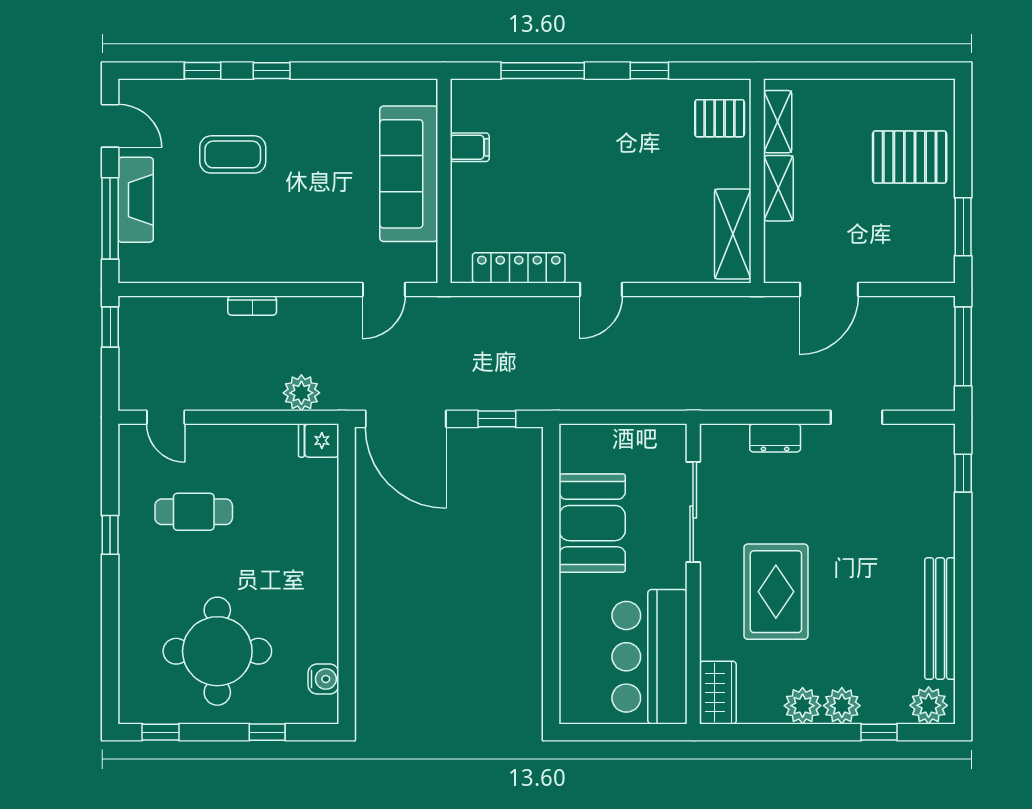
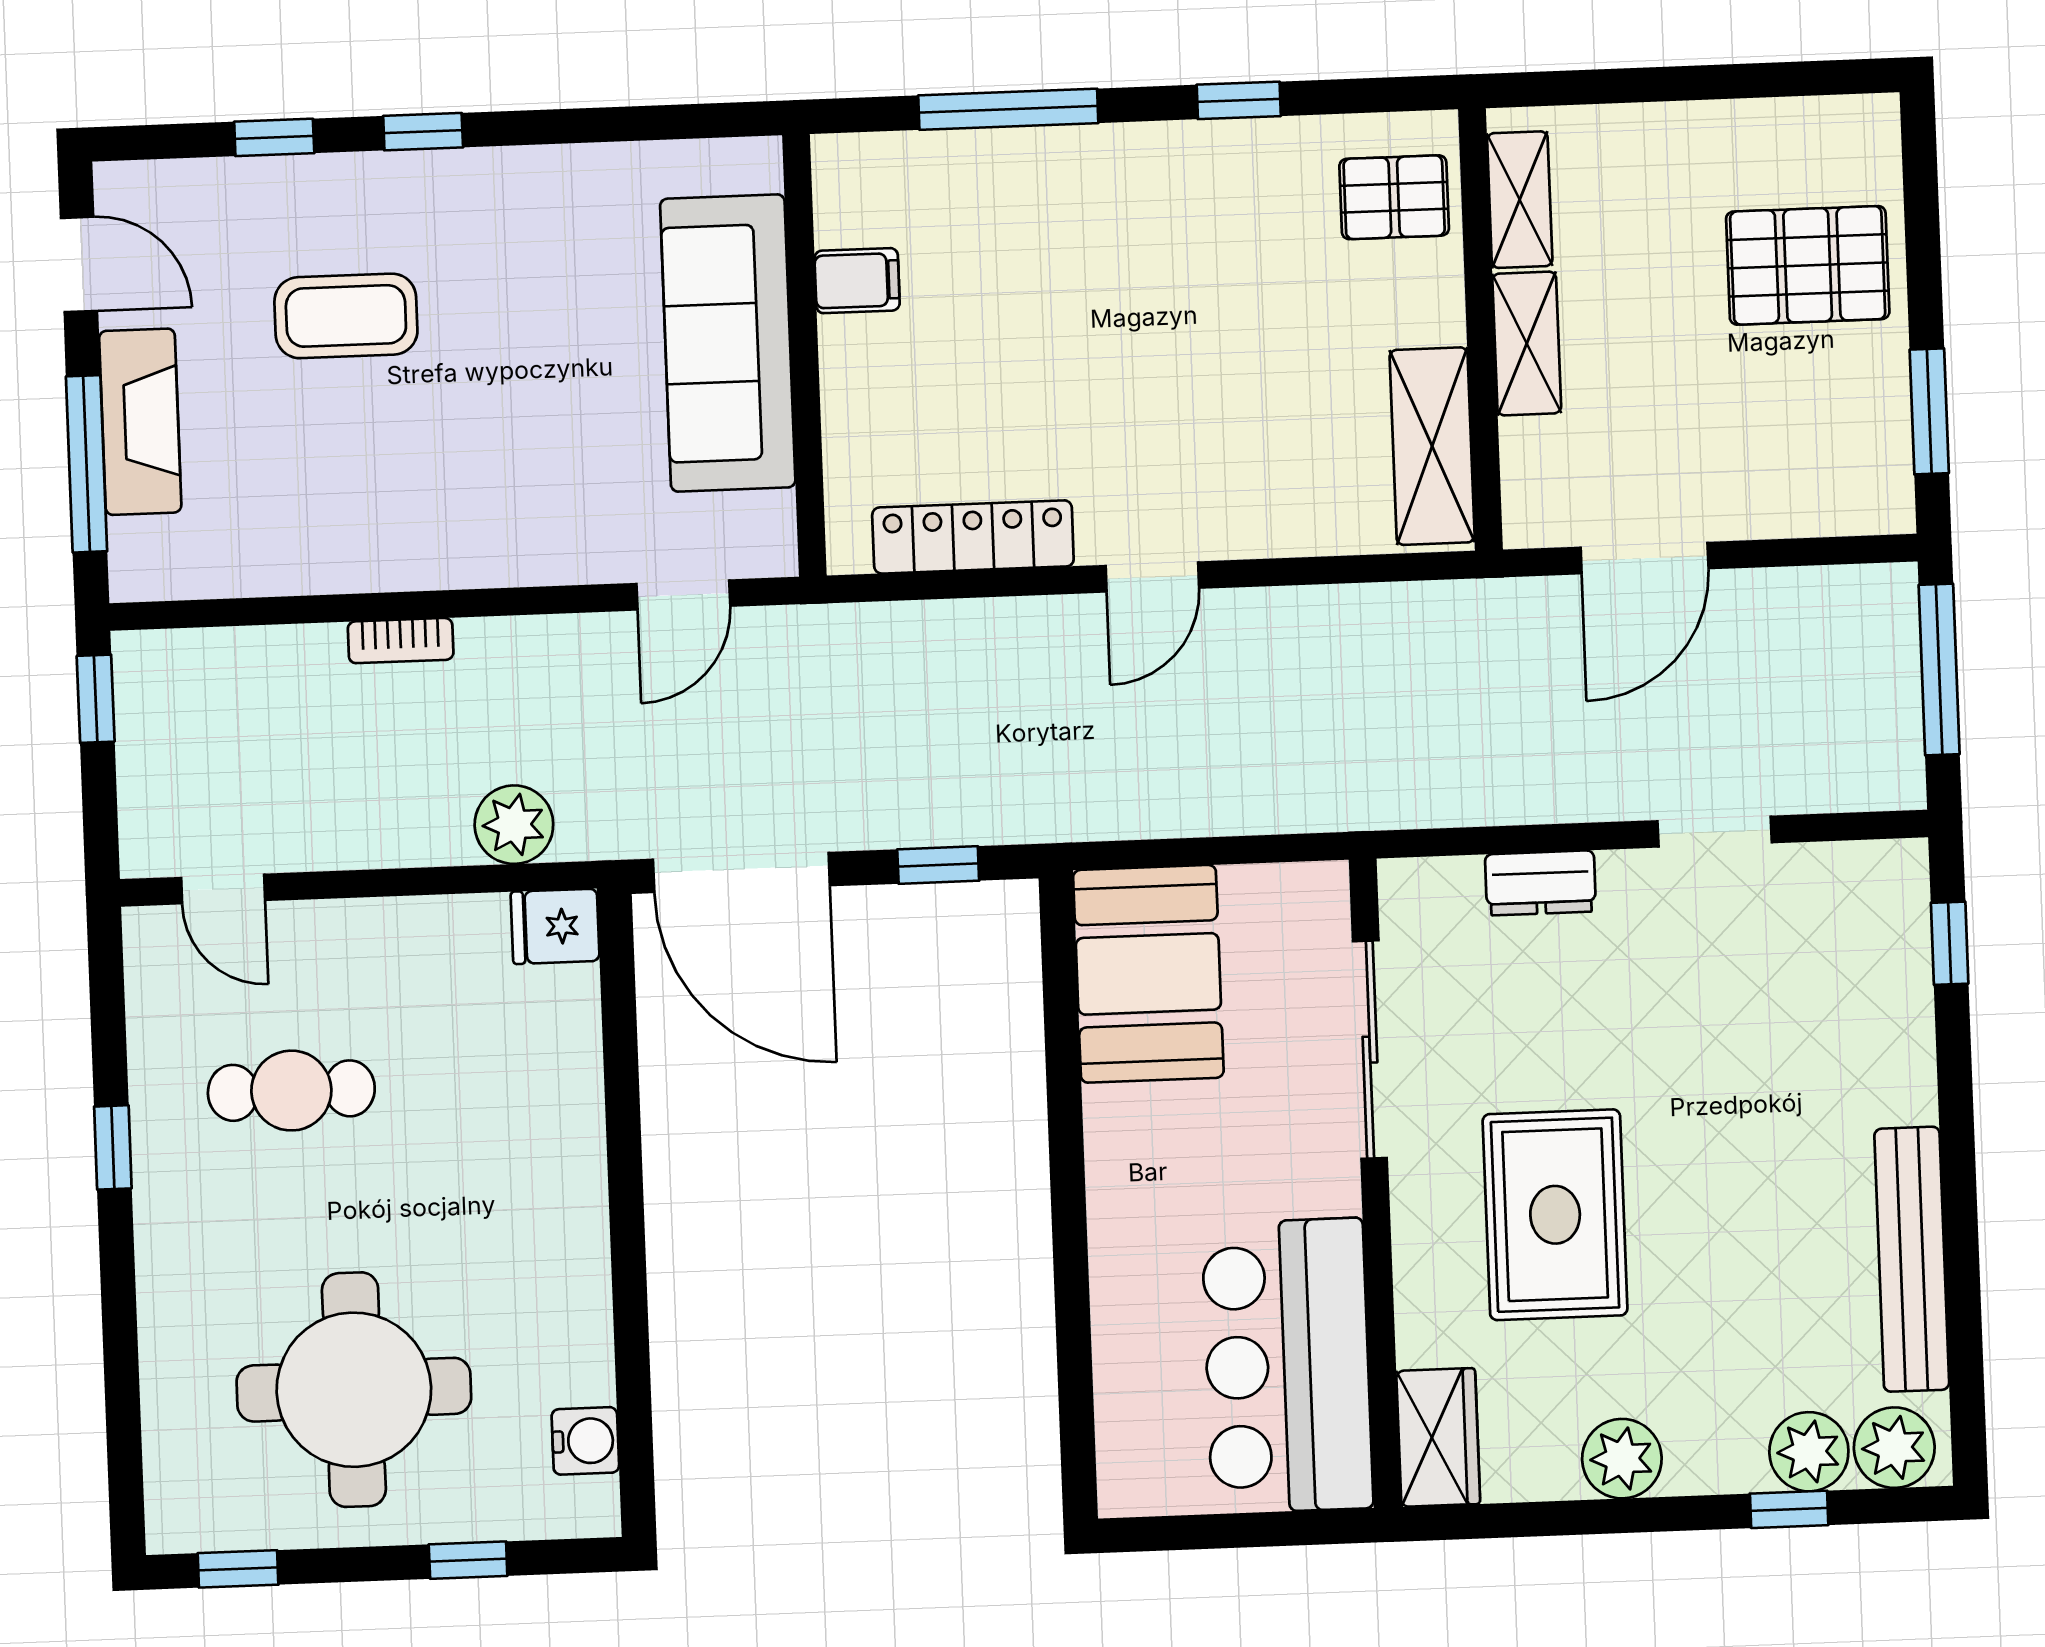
booth: (592, 523) -> (1148, 974), moved
plant: (842, 706) -> (1809, 1452), moved

